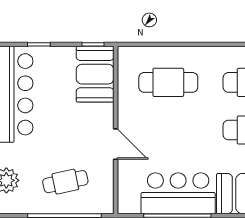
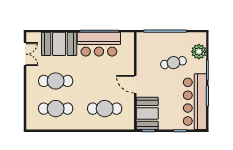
door: (116, 144) -> (135, 84), moved
cafe table: (65, 182) -> (173, 63), moved

